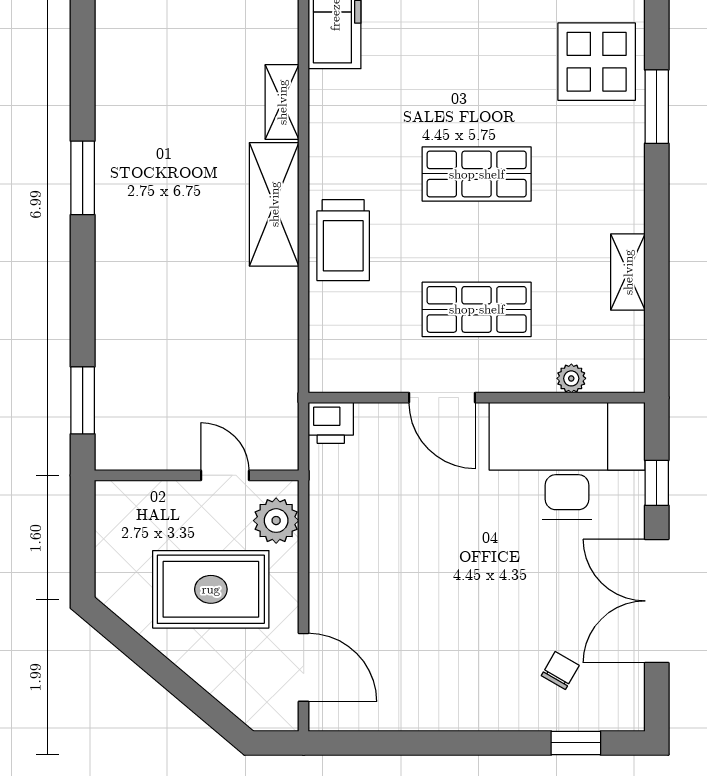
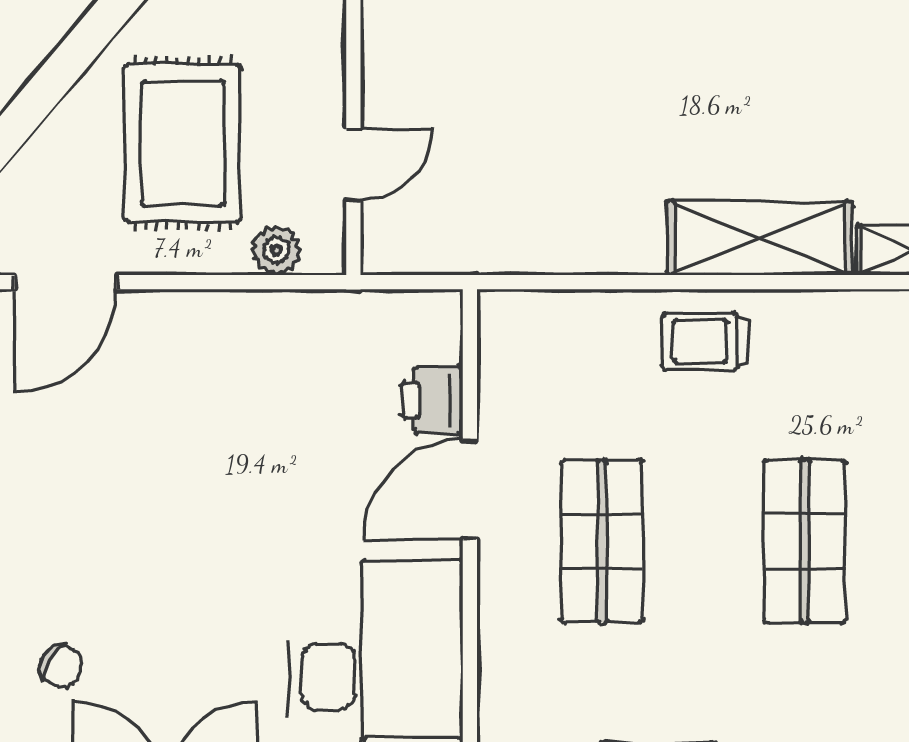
trolley: (343, 240) -> (706, 341), width x0.73, depth x0.72
plant: (571, 378) -> (499, 683), removed
printer: (331, 423) -> (432, 400), moved
plant: (276, 521) -> (276, 250), width x0.73, depth x0.73

